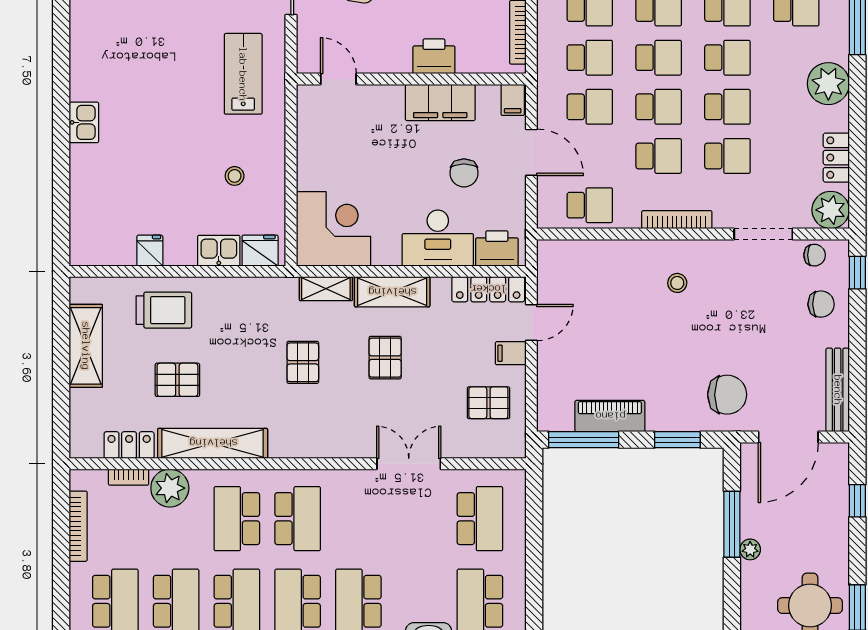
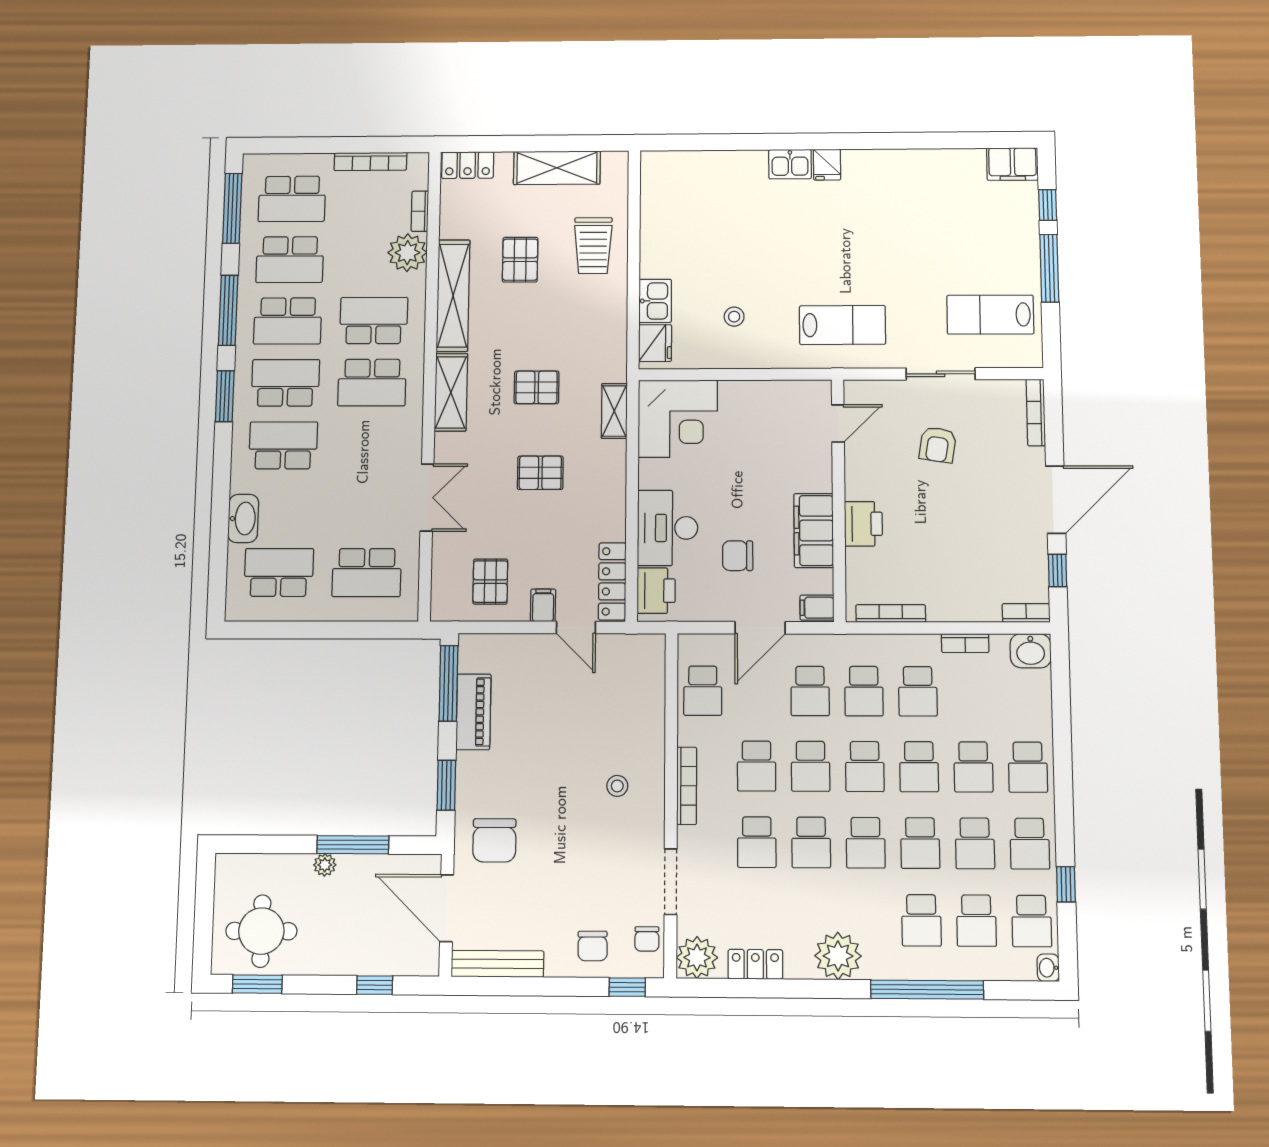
fridge: (150, 251) -> (827, 165), moved, turned 90
shelving: (392, 292) -> (451, 392), moved
locker: (129, 445) -> (468, 165), moved, turned 90

